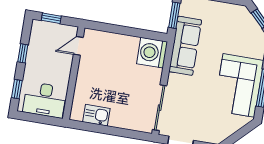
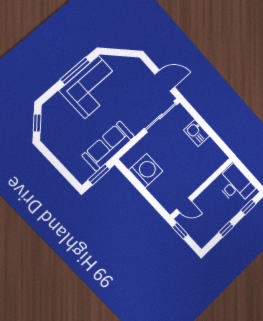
window: (51, 18) -> (180, 231), moved
washing machine: (152, 53) -> (146, 171), moved, turned -90
kitchen sink: (96, 115) -> (197, 133), moved

